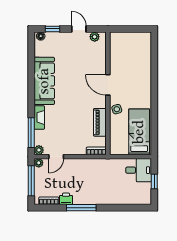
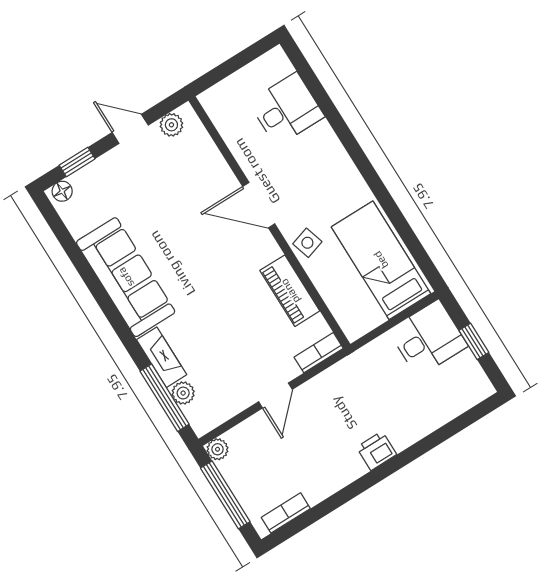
desk: (139, 57) -> (287, 109), added
plant: (39, 150) -> (183, 393), moved
door: (56, 157) -> (275, 396), moved
printer: (66, 199) -> (377, 451), moved
window: (81, 208) -> (360, 486), removed

